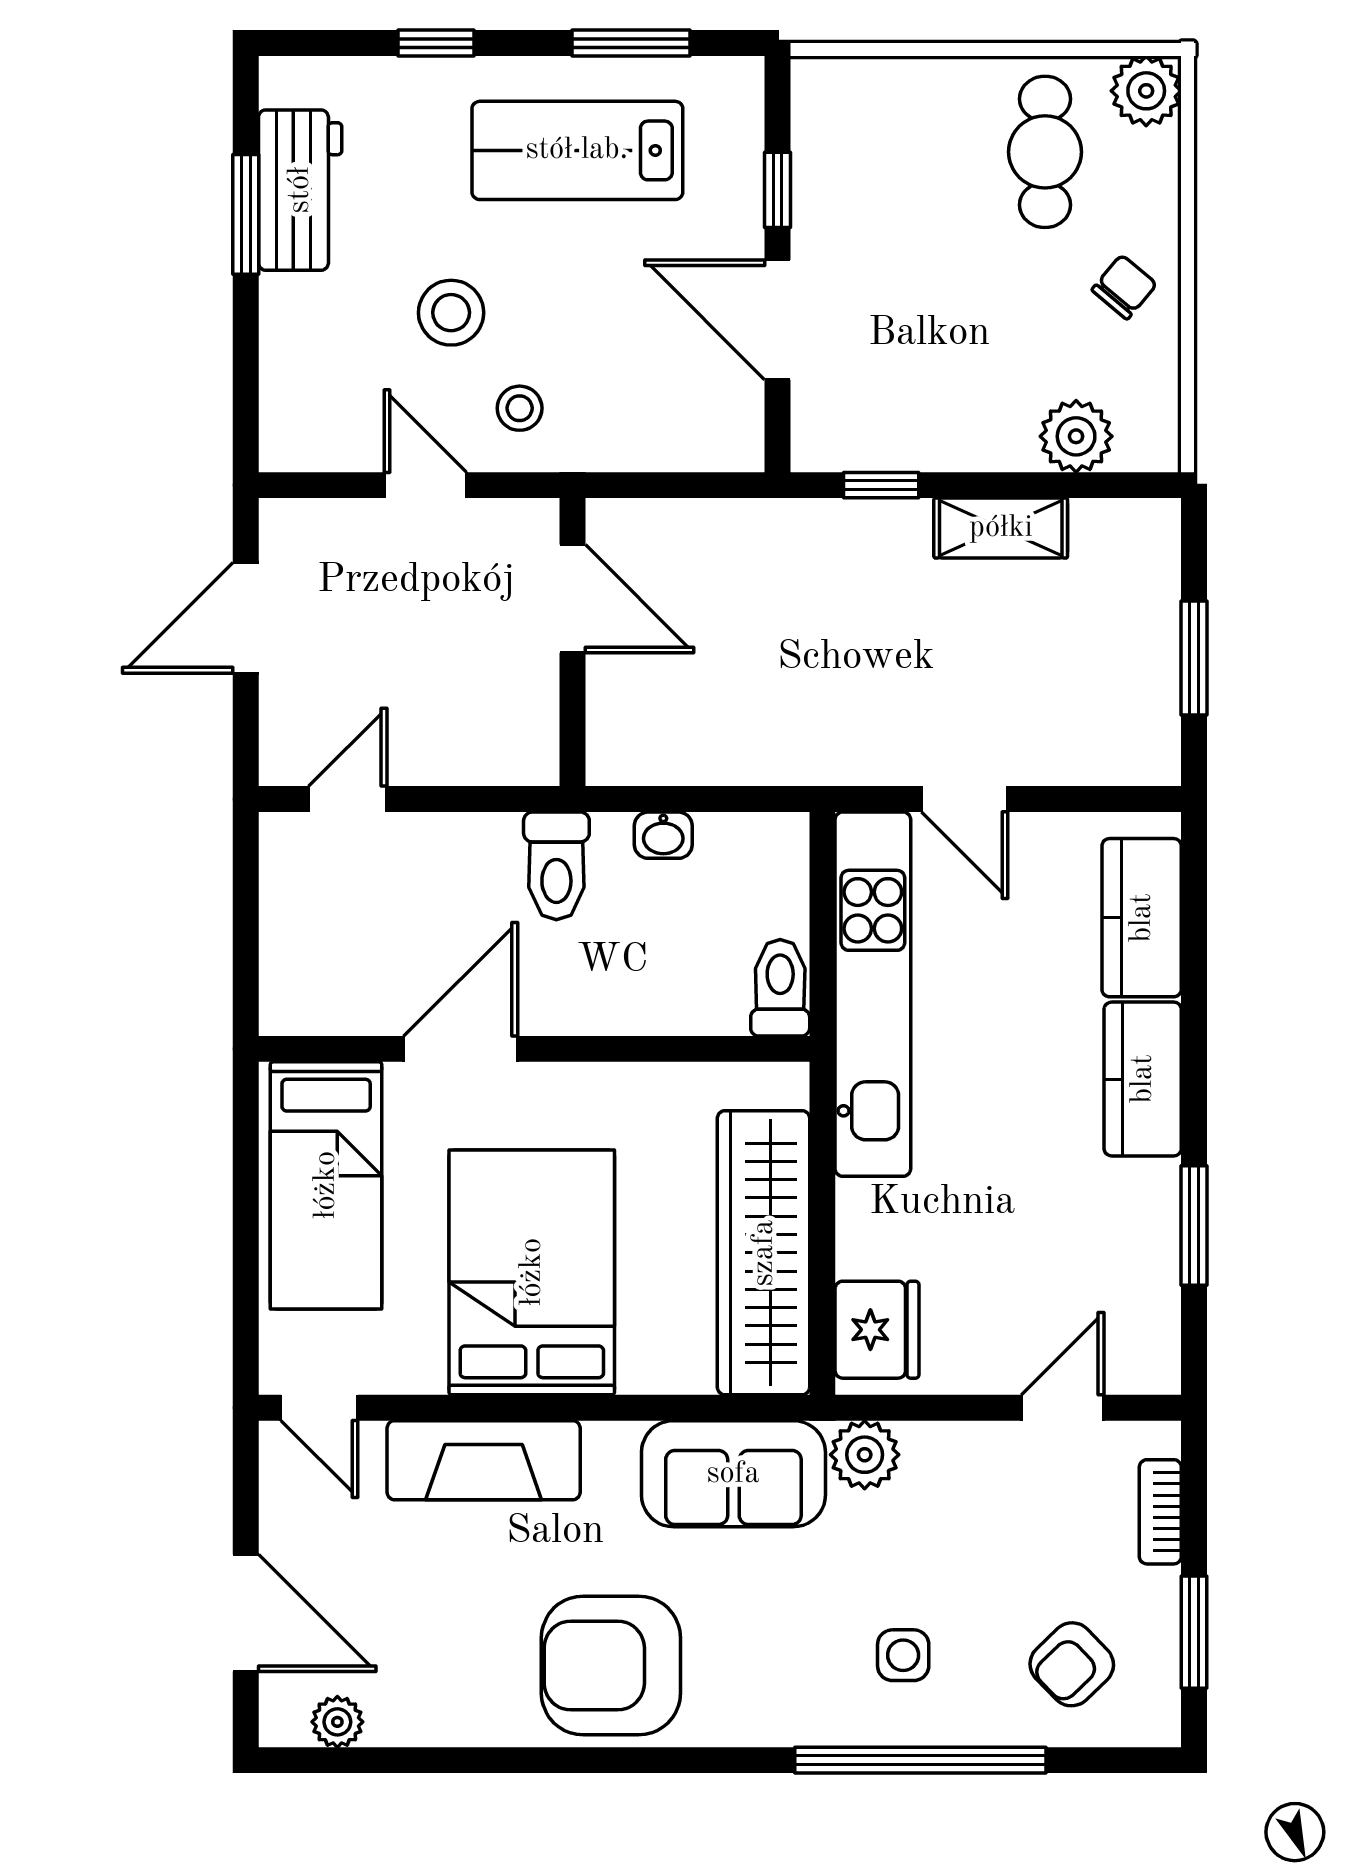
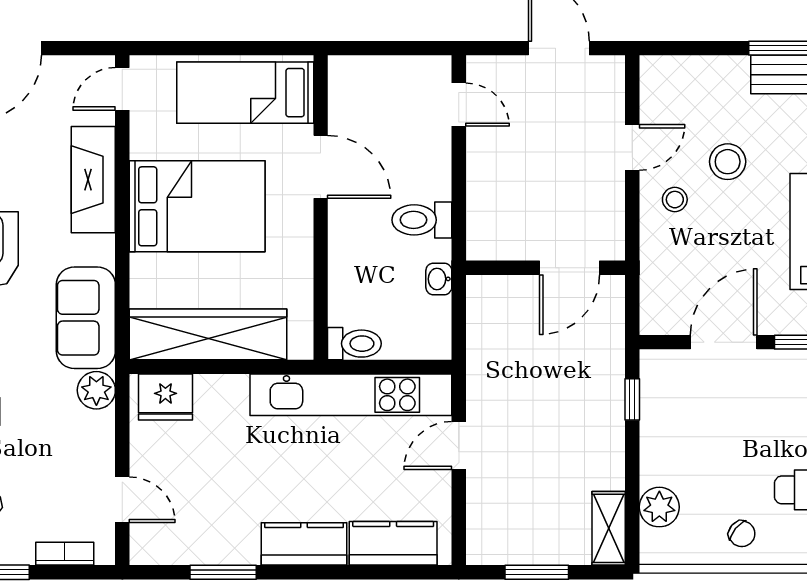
shelving: (1001, 528) -> (609, 528), moved
door: (573, 599) -> (570, 268), moved
wall: (573, 642) -> (546, 268), moved

